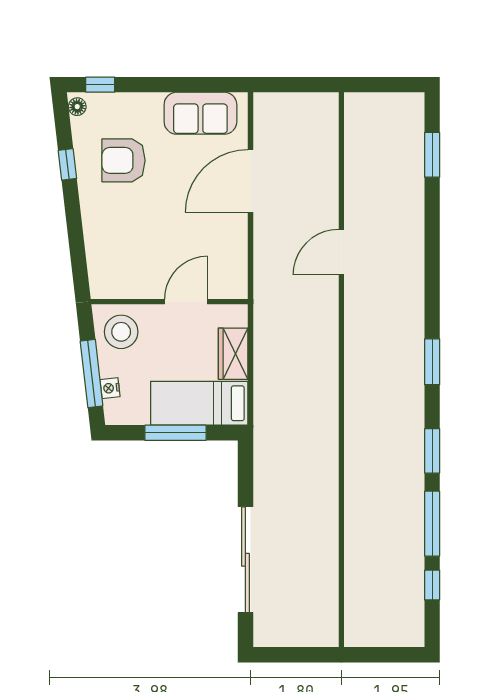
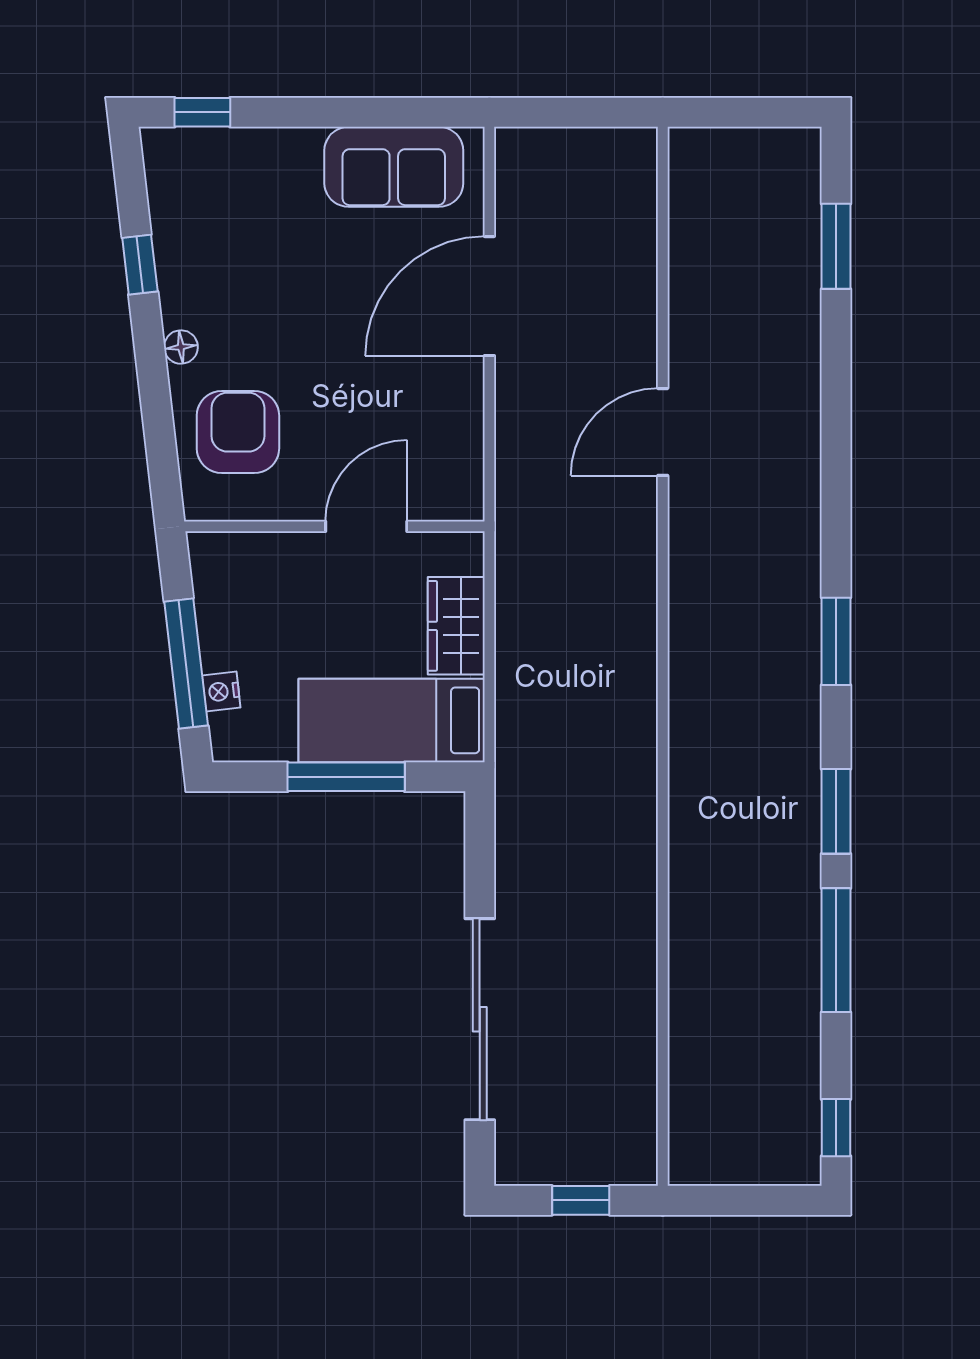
floor lamp: (77, 107) -> (181, 347), moved
armchair: (124, 160) -> (238, 432), moved, turned 90
stool: (121, 332) -> (242, 584), removed
window: (432, 585) -> (836, 1128), moved
window: (298, 655) -> (581, 1200), added

